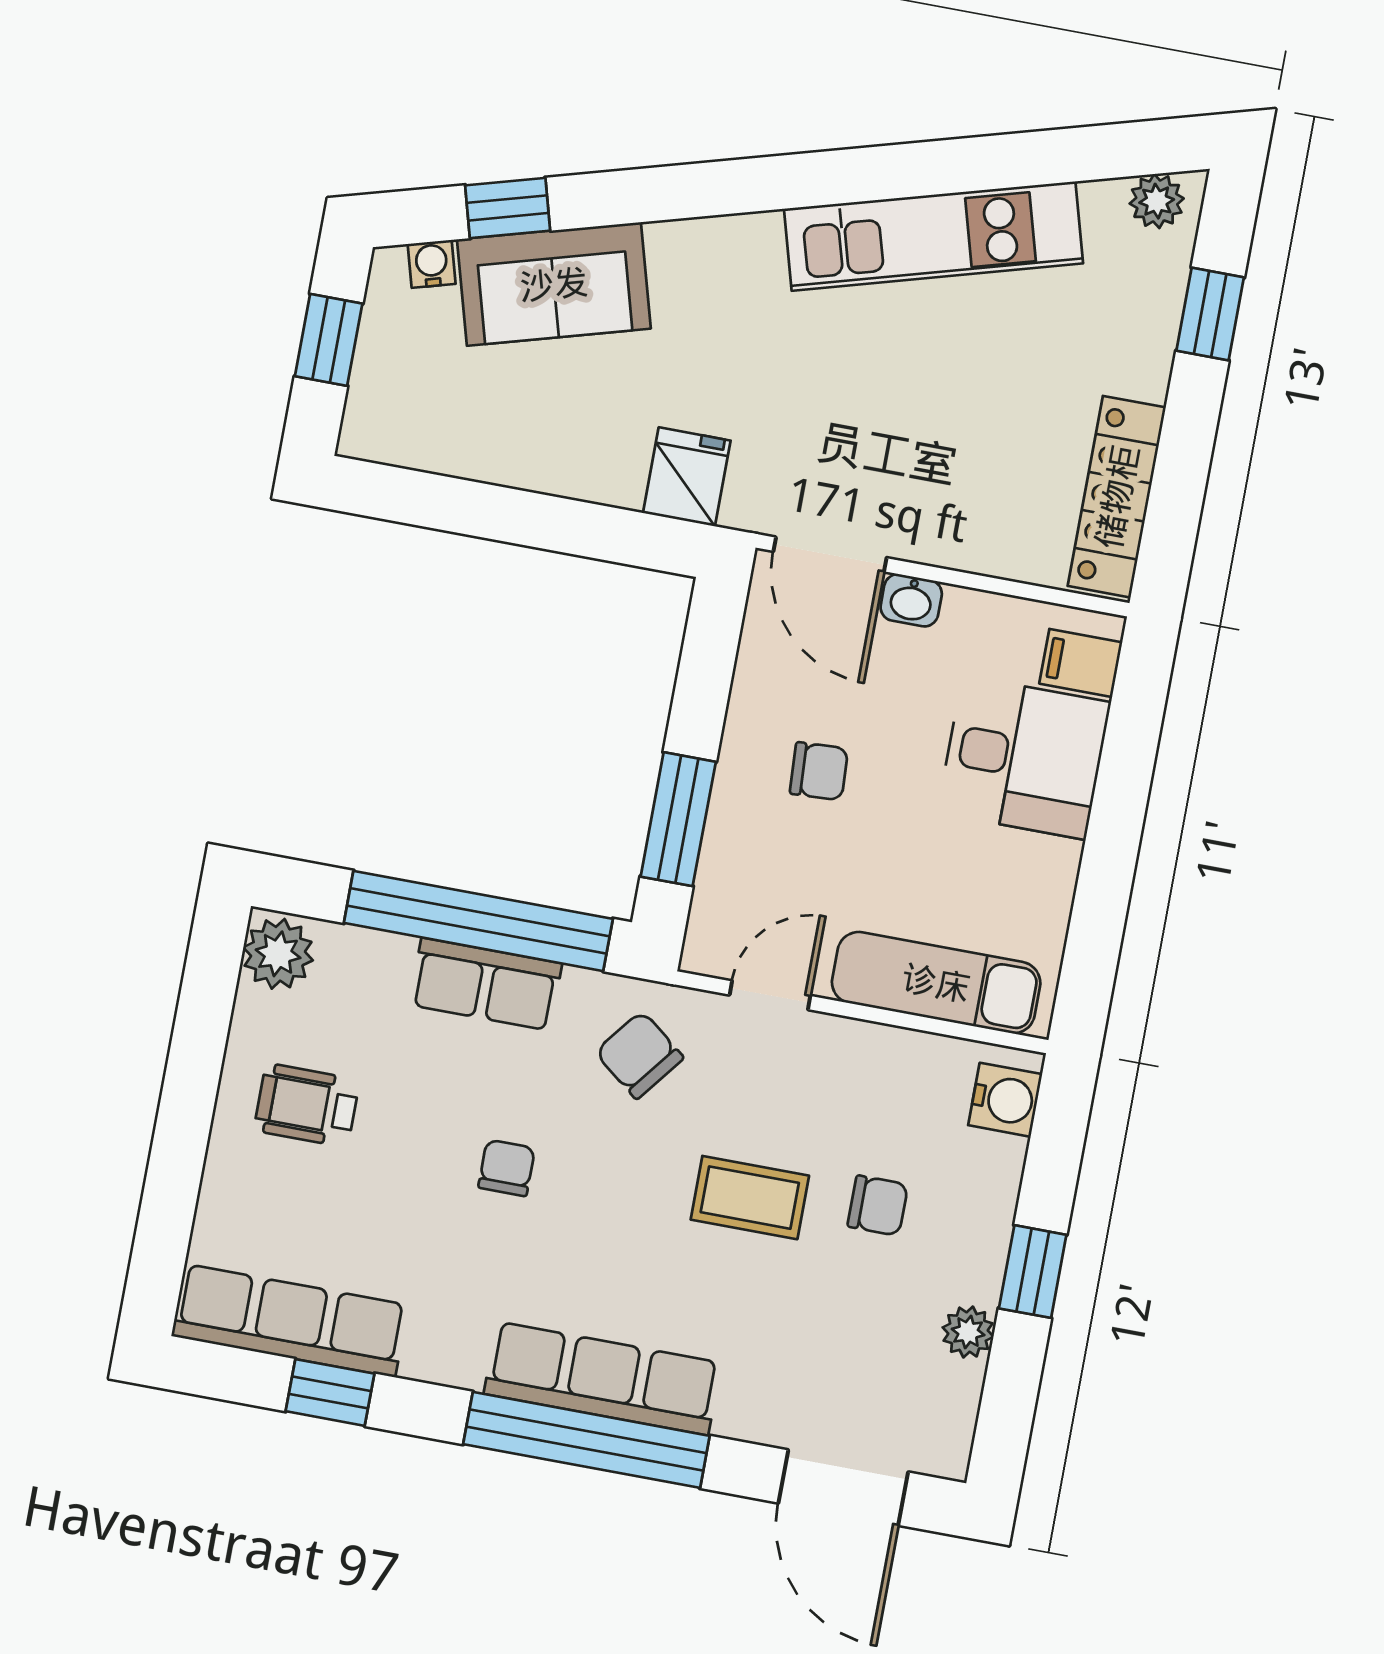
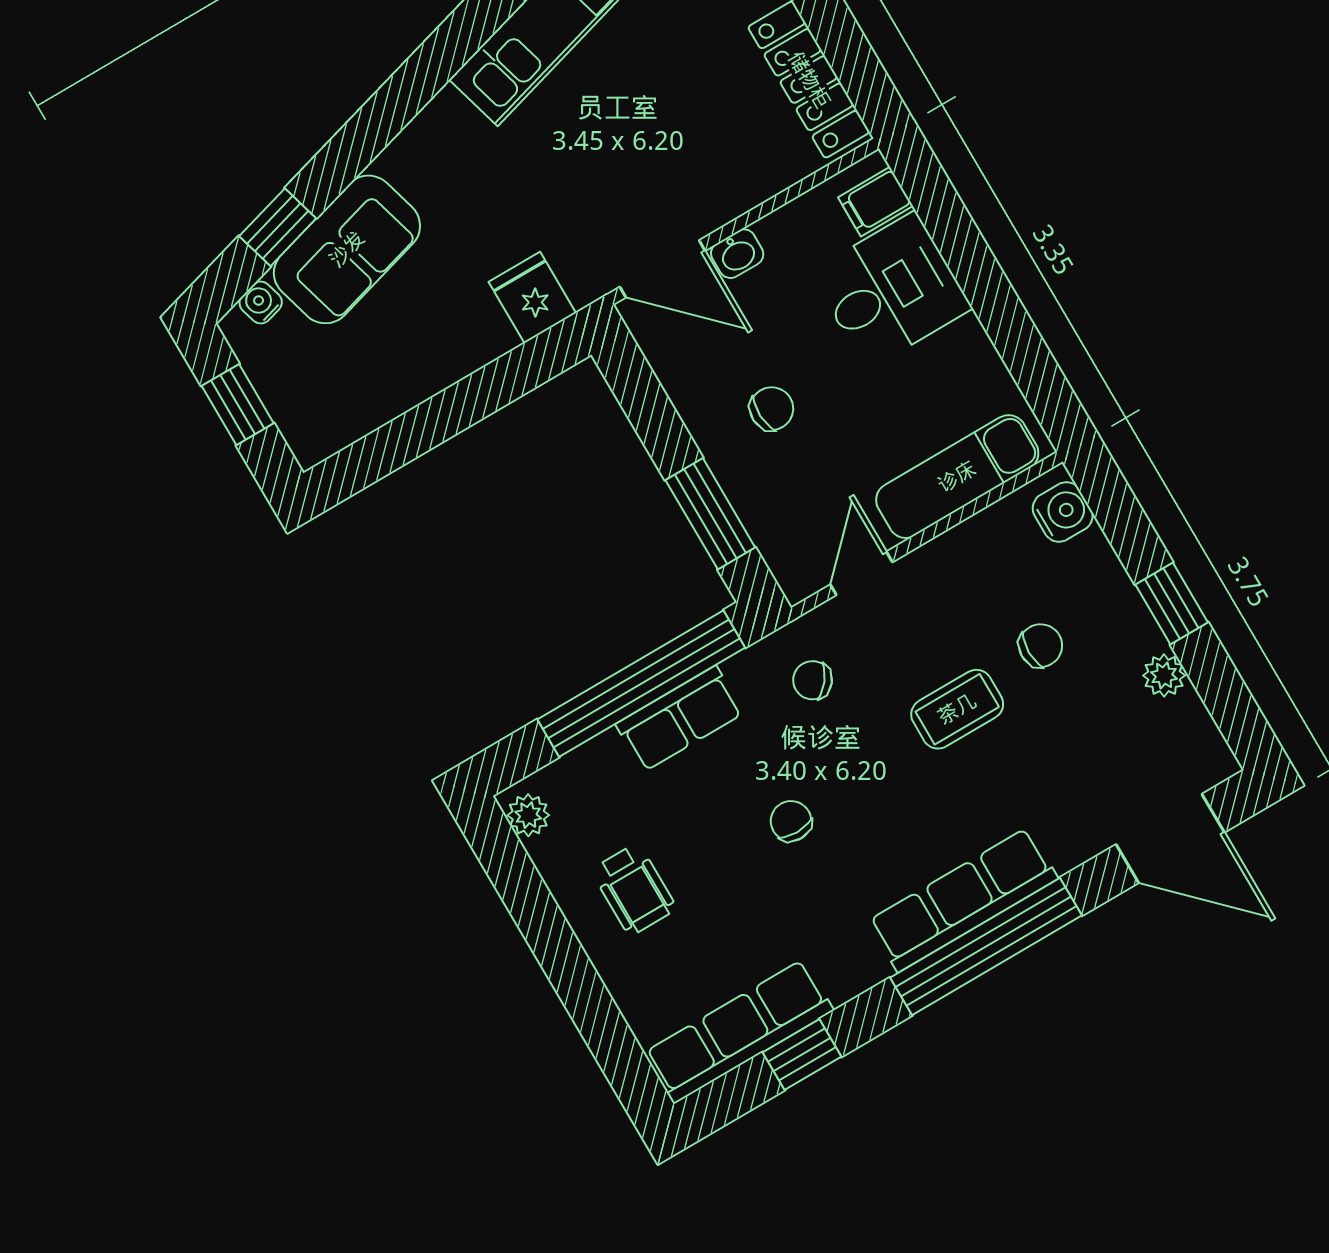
plant: (278, 954) -> (528, 815), width x0.73, depth x0.73
chair: (639, 1055) -> (813, 680), width x0.73, depth x0.73
wheelchair: (307, 1105) -> (634, 889), turned -90

